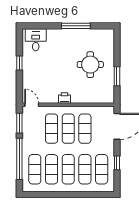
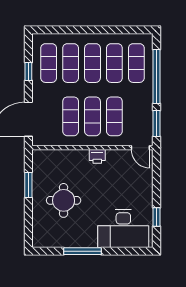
desk: (36, 40) -> (123, 229), width x1.87, depth x1.30
window: (19, 63) -> (157, 217), moved

